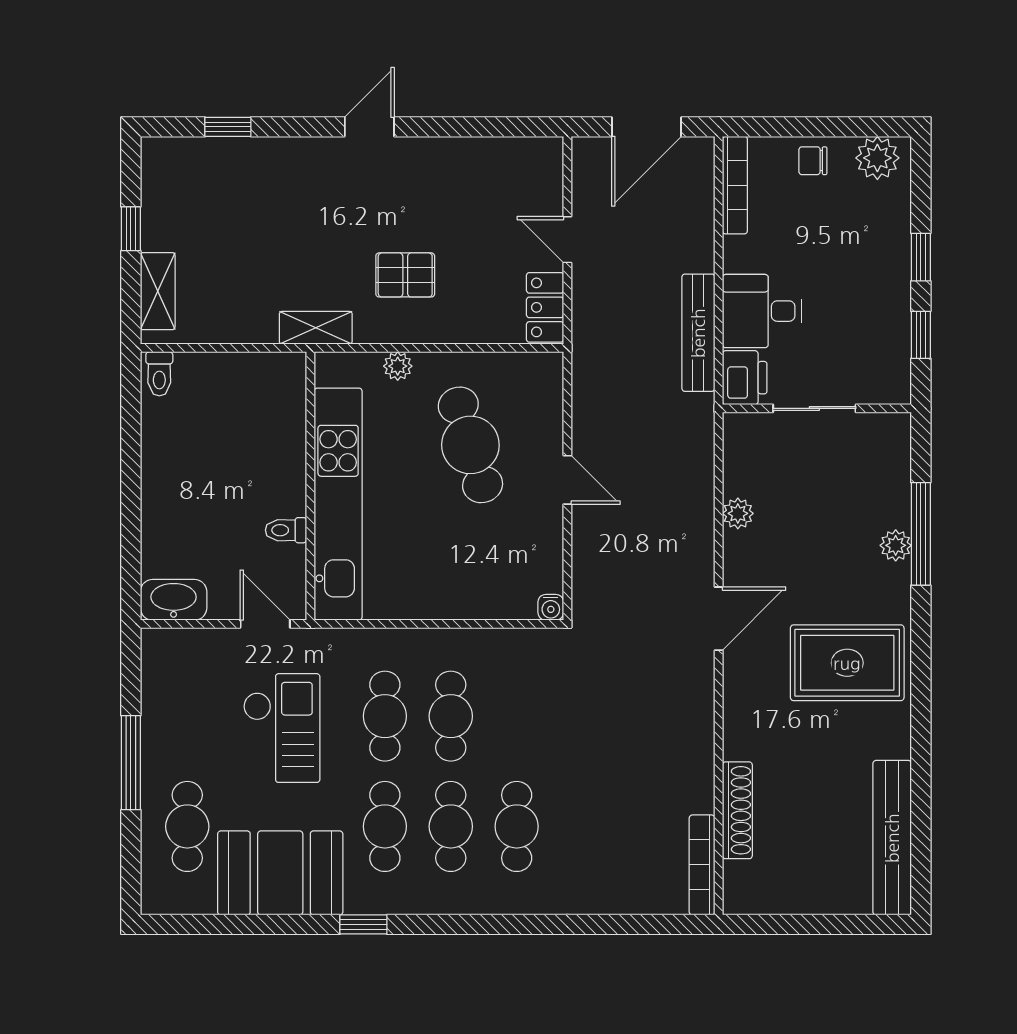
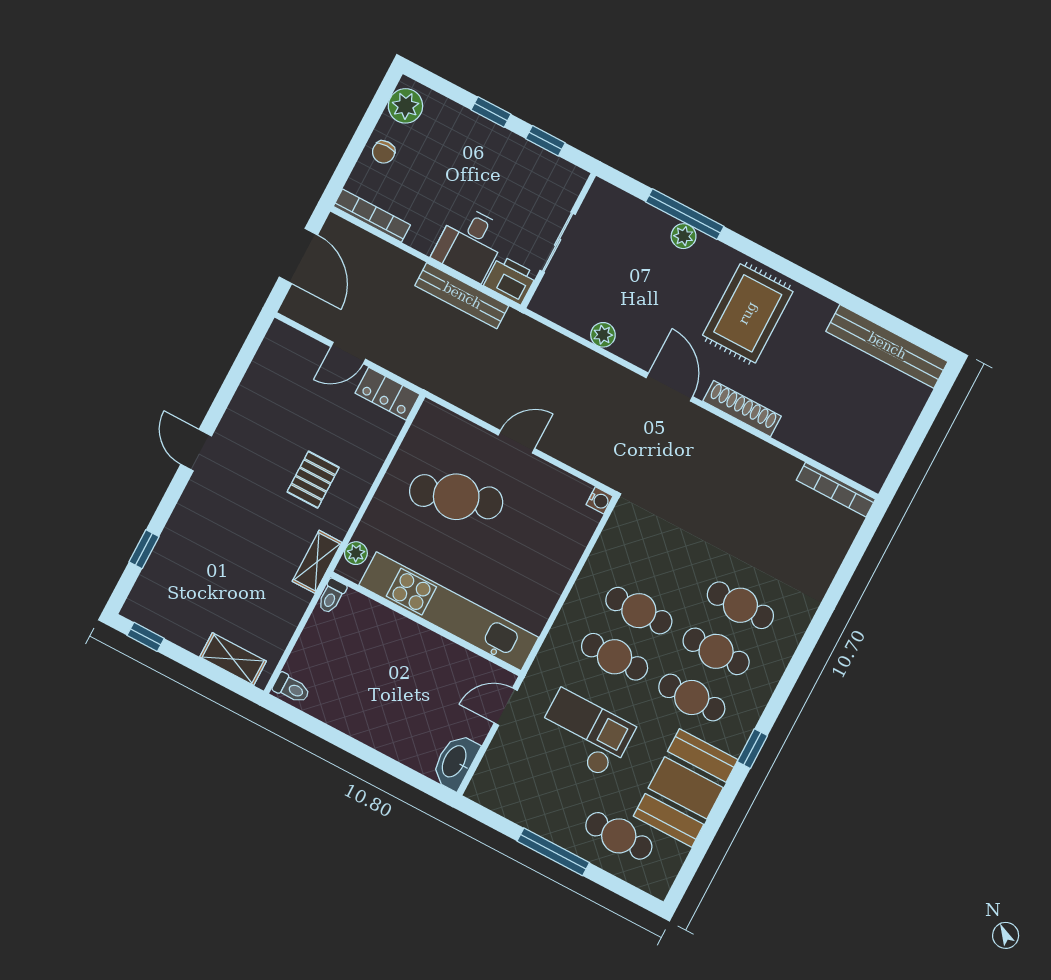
window: (131, 229) -> (146, 637), moved
plant: (398, 366) -> (356, 553), moved
toilet: (286, 530) -> (332, 596), moved
shoe rack: (737, 810) -> (742, 409), moved

